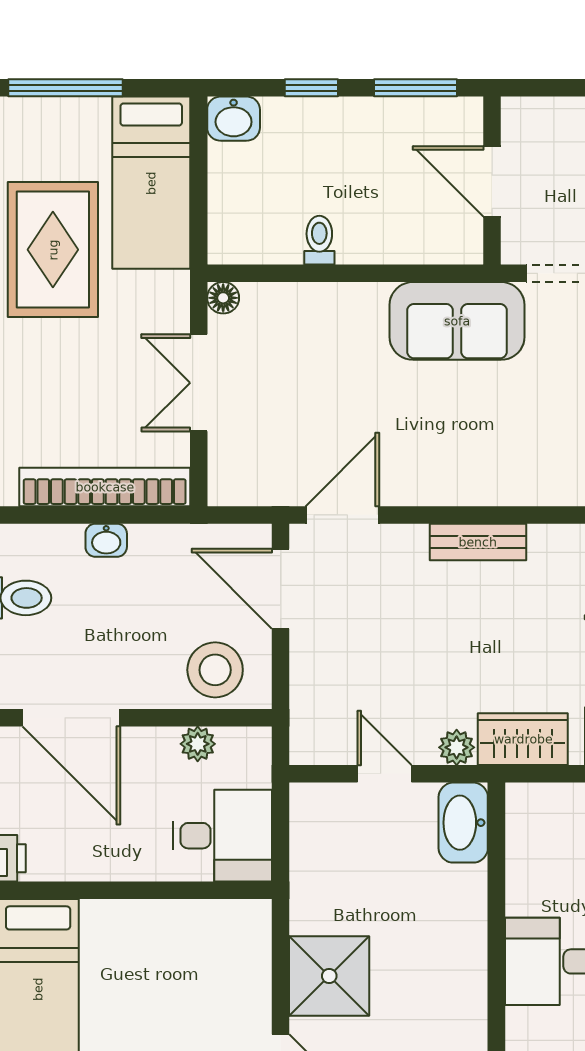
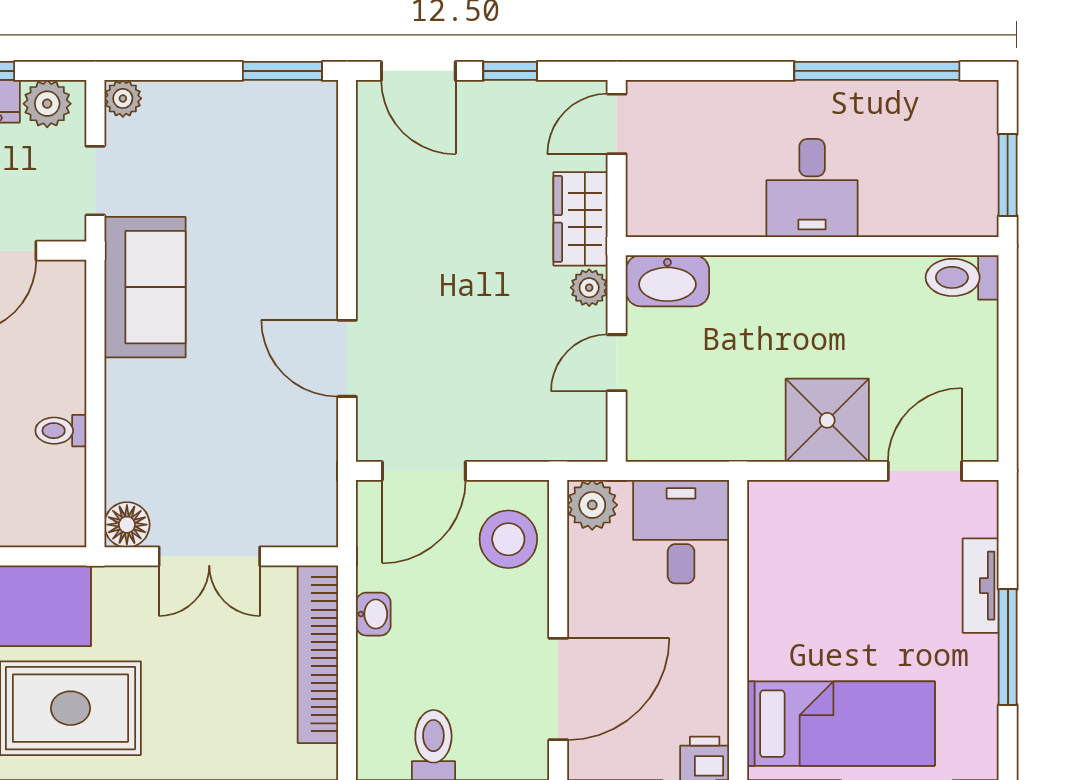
floor lamp: (223, 298) -> (127, 525), width x1.37, depth x1.37
door: (342, 515) -> (347, 358), moved
washbasin: (106, 540) -> (373, 614), moved
bench: (478, 542) -> (375, 265), removed
plant: (198, 744) -> (592, 505), moved, width x1.38, depth x1.38

